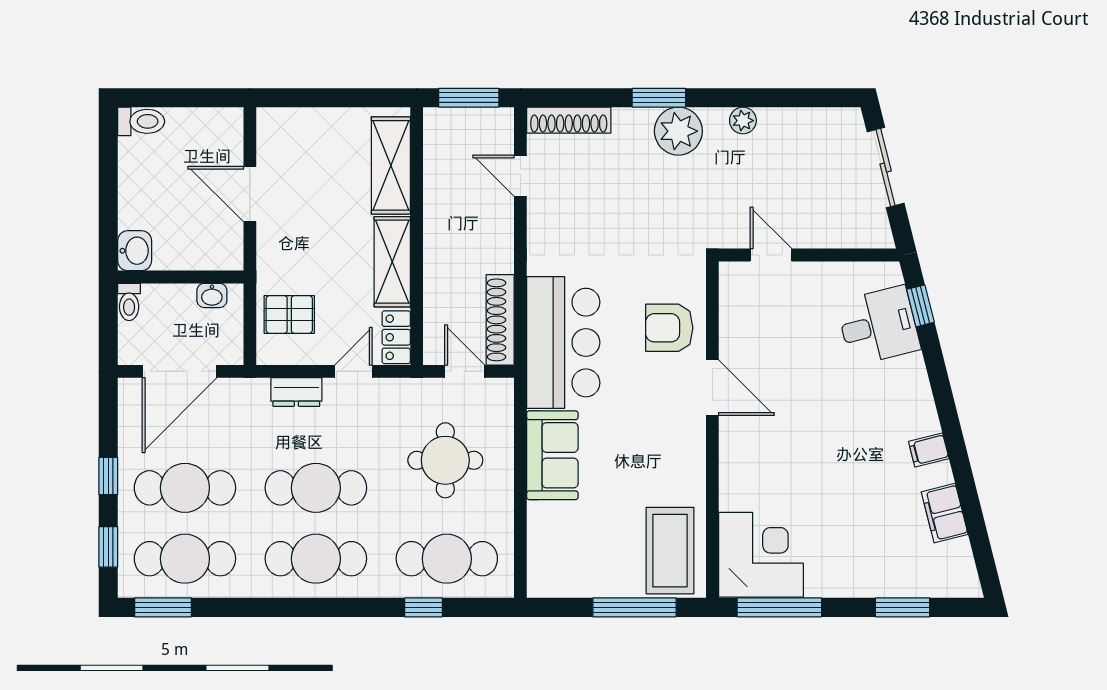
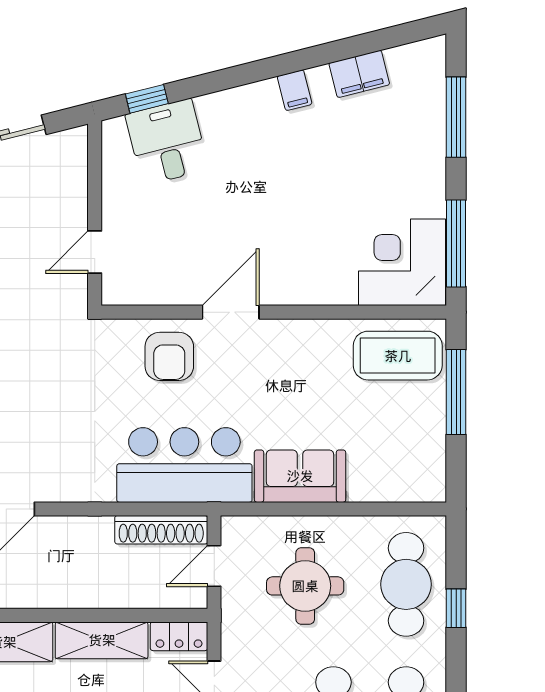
window: (903, 607) -> (456, 117), width x1.44

